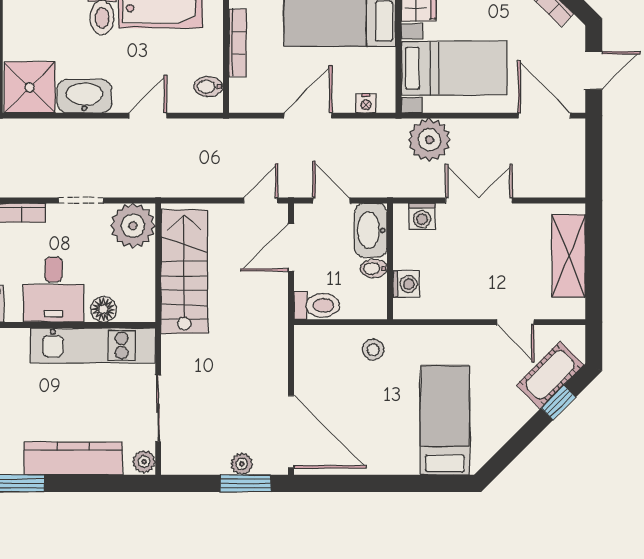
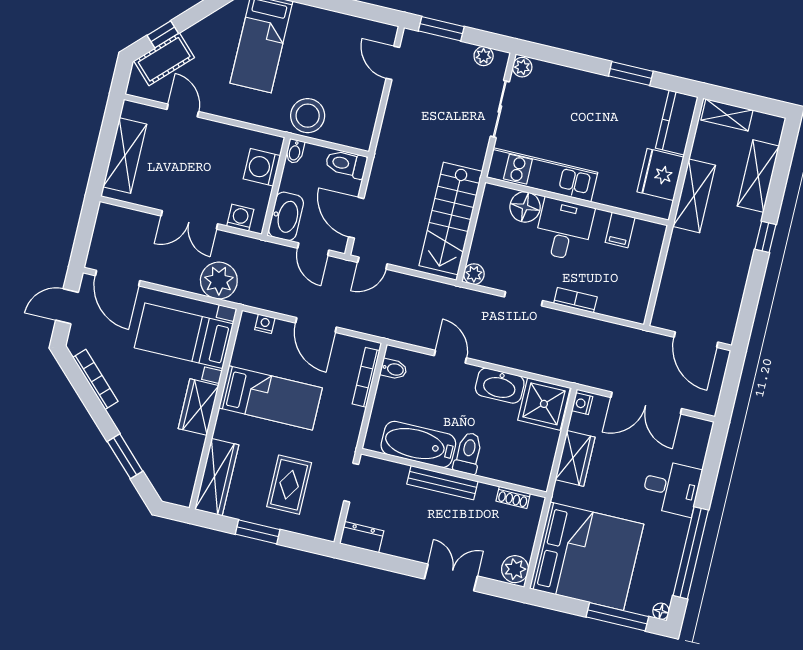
bookcase: (237, 43) -> (366, 377), moved
door: (148, 116) -> (450, 357), swing flipped
door: (308, 116) -> (316, 325), hinge flipped
plant: (133, 226) -> (474, 274), width x0.53, depth x0.53
door: (291, 247) -> (356, 218), swing flipped
bidet: (374, 268) -> (295, 151), moved, turned 90
washing machine: (406, 284) -> (262, 167), width x1.38, depth x1.38
floor lamp: (103, 309) -> (525, 207), width x1.38, depth x1.38
stool: (373, 350) -> (308, 116), width x1.89, depth x1.89
door: (291, 432) -> (393, 63), width x0.53
kitchen counter: (73, 458) -> (581, 84), removed
plant: (242, 464) -> (484, 56), moved

